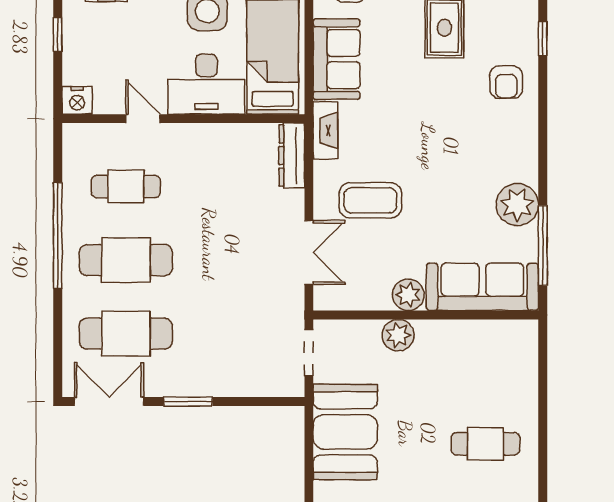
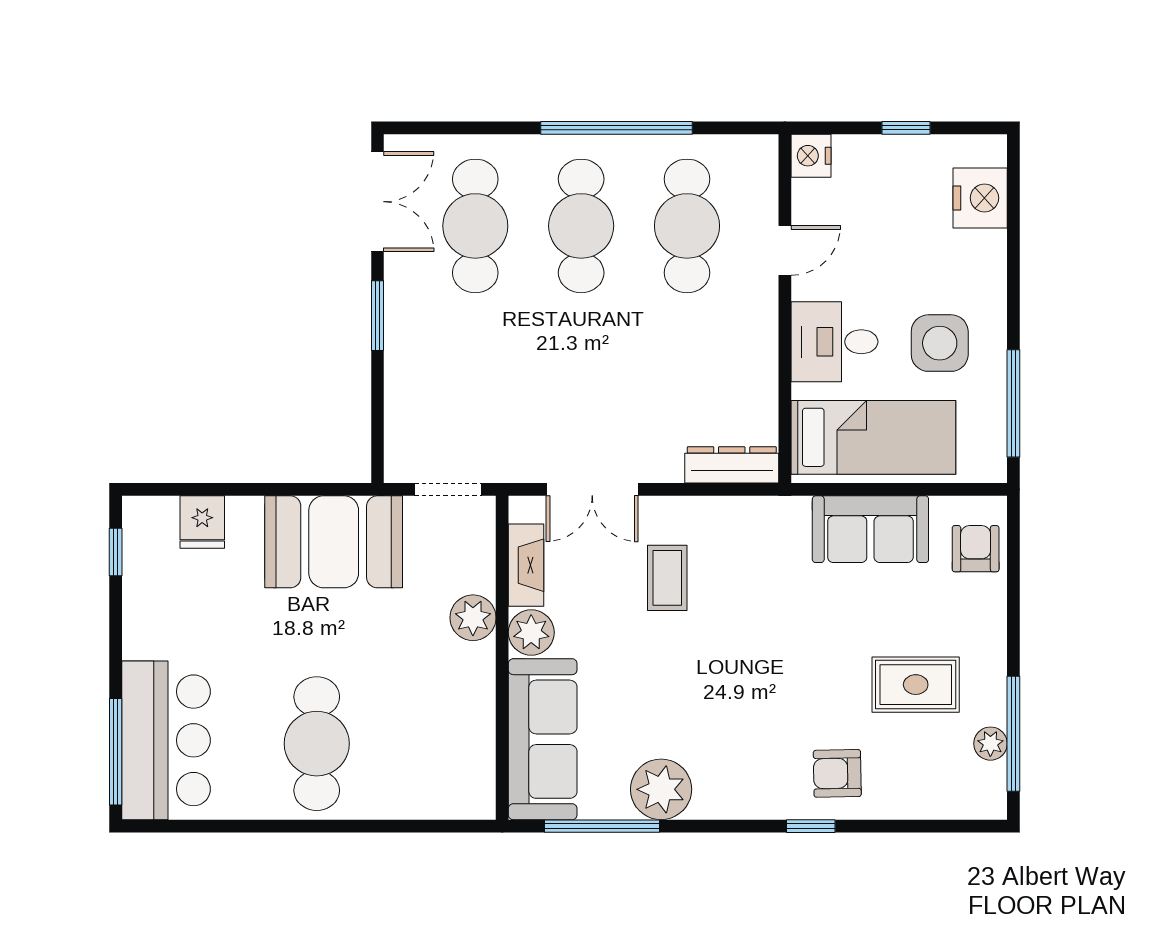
window: (543, 38) -> (811, 826), moved
desk: (206, 84) -> (834, 342), width x0.73
fireplace: (325, 130) -> (526, 565), moved, turned -90
cafe table: (126, 187) -> (687, 226), width x1.37, depth x1.35
coffee table: (370, 200) -> (667, 578), width x0.73, depth x0.77
cafe table: (485, 444) -> (317, 744), width x1.37, depth x1.35

